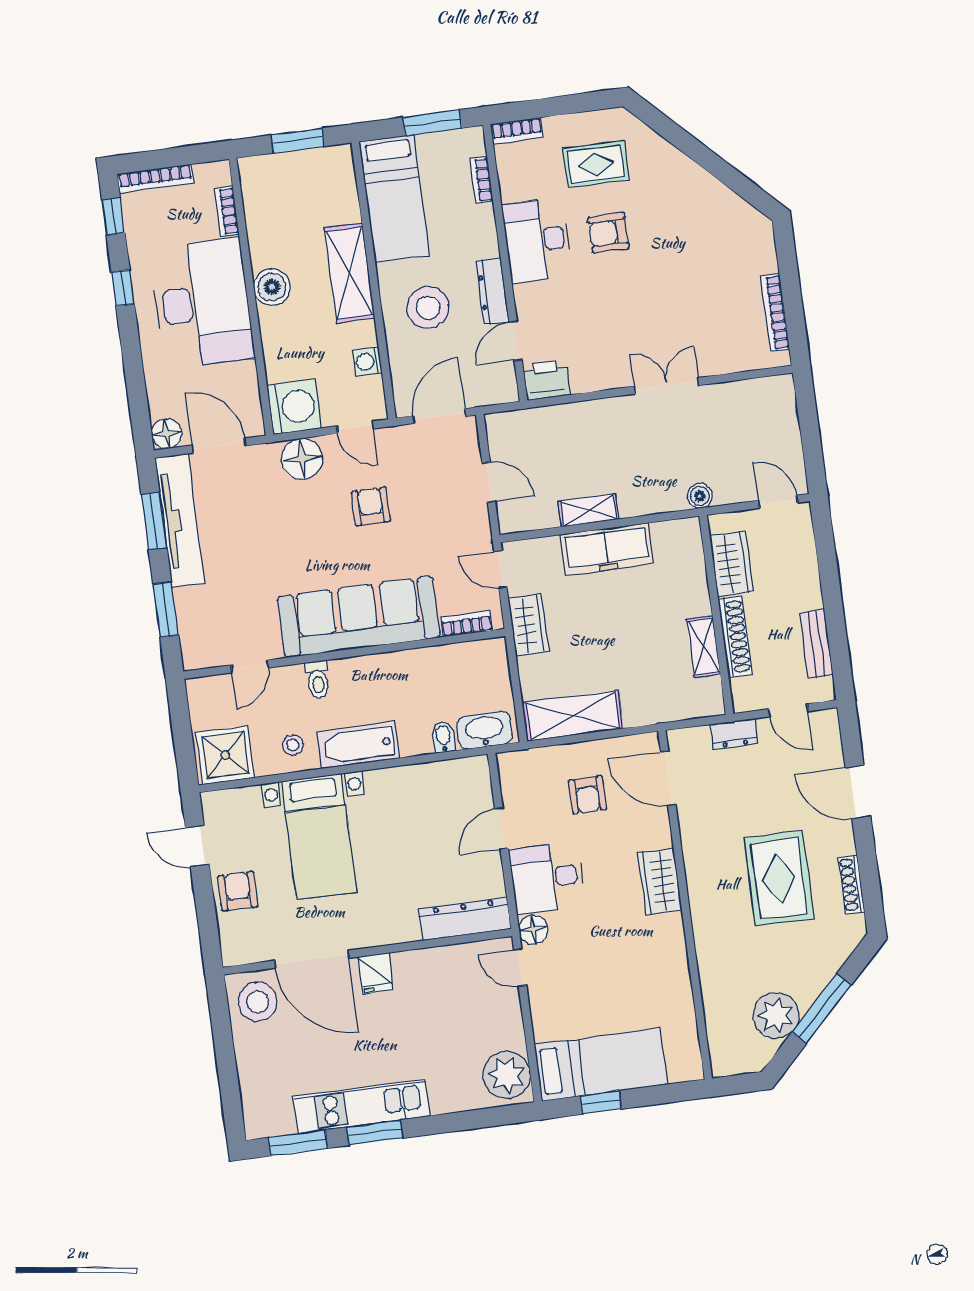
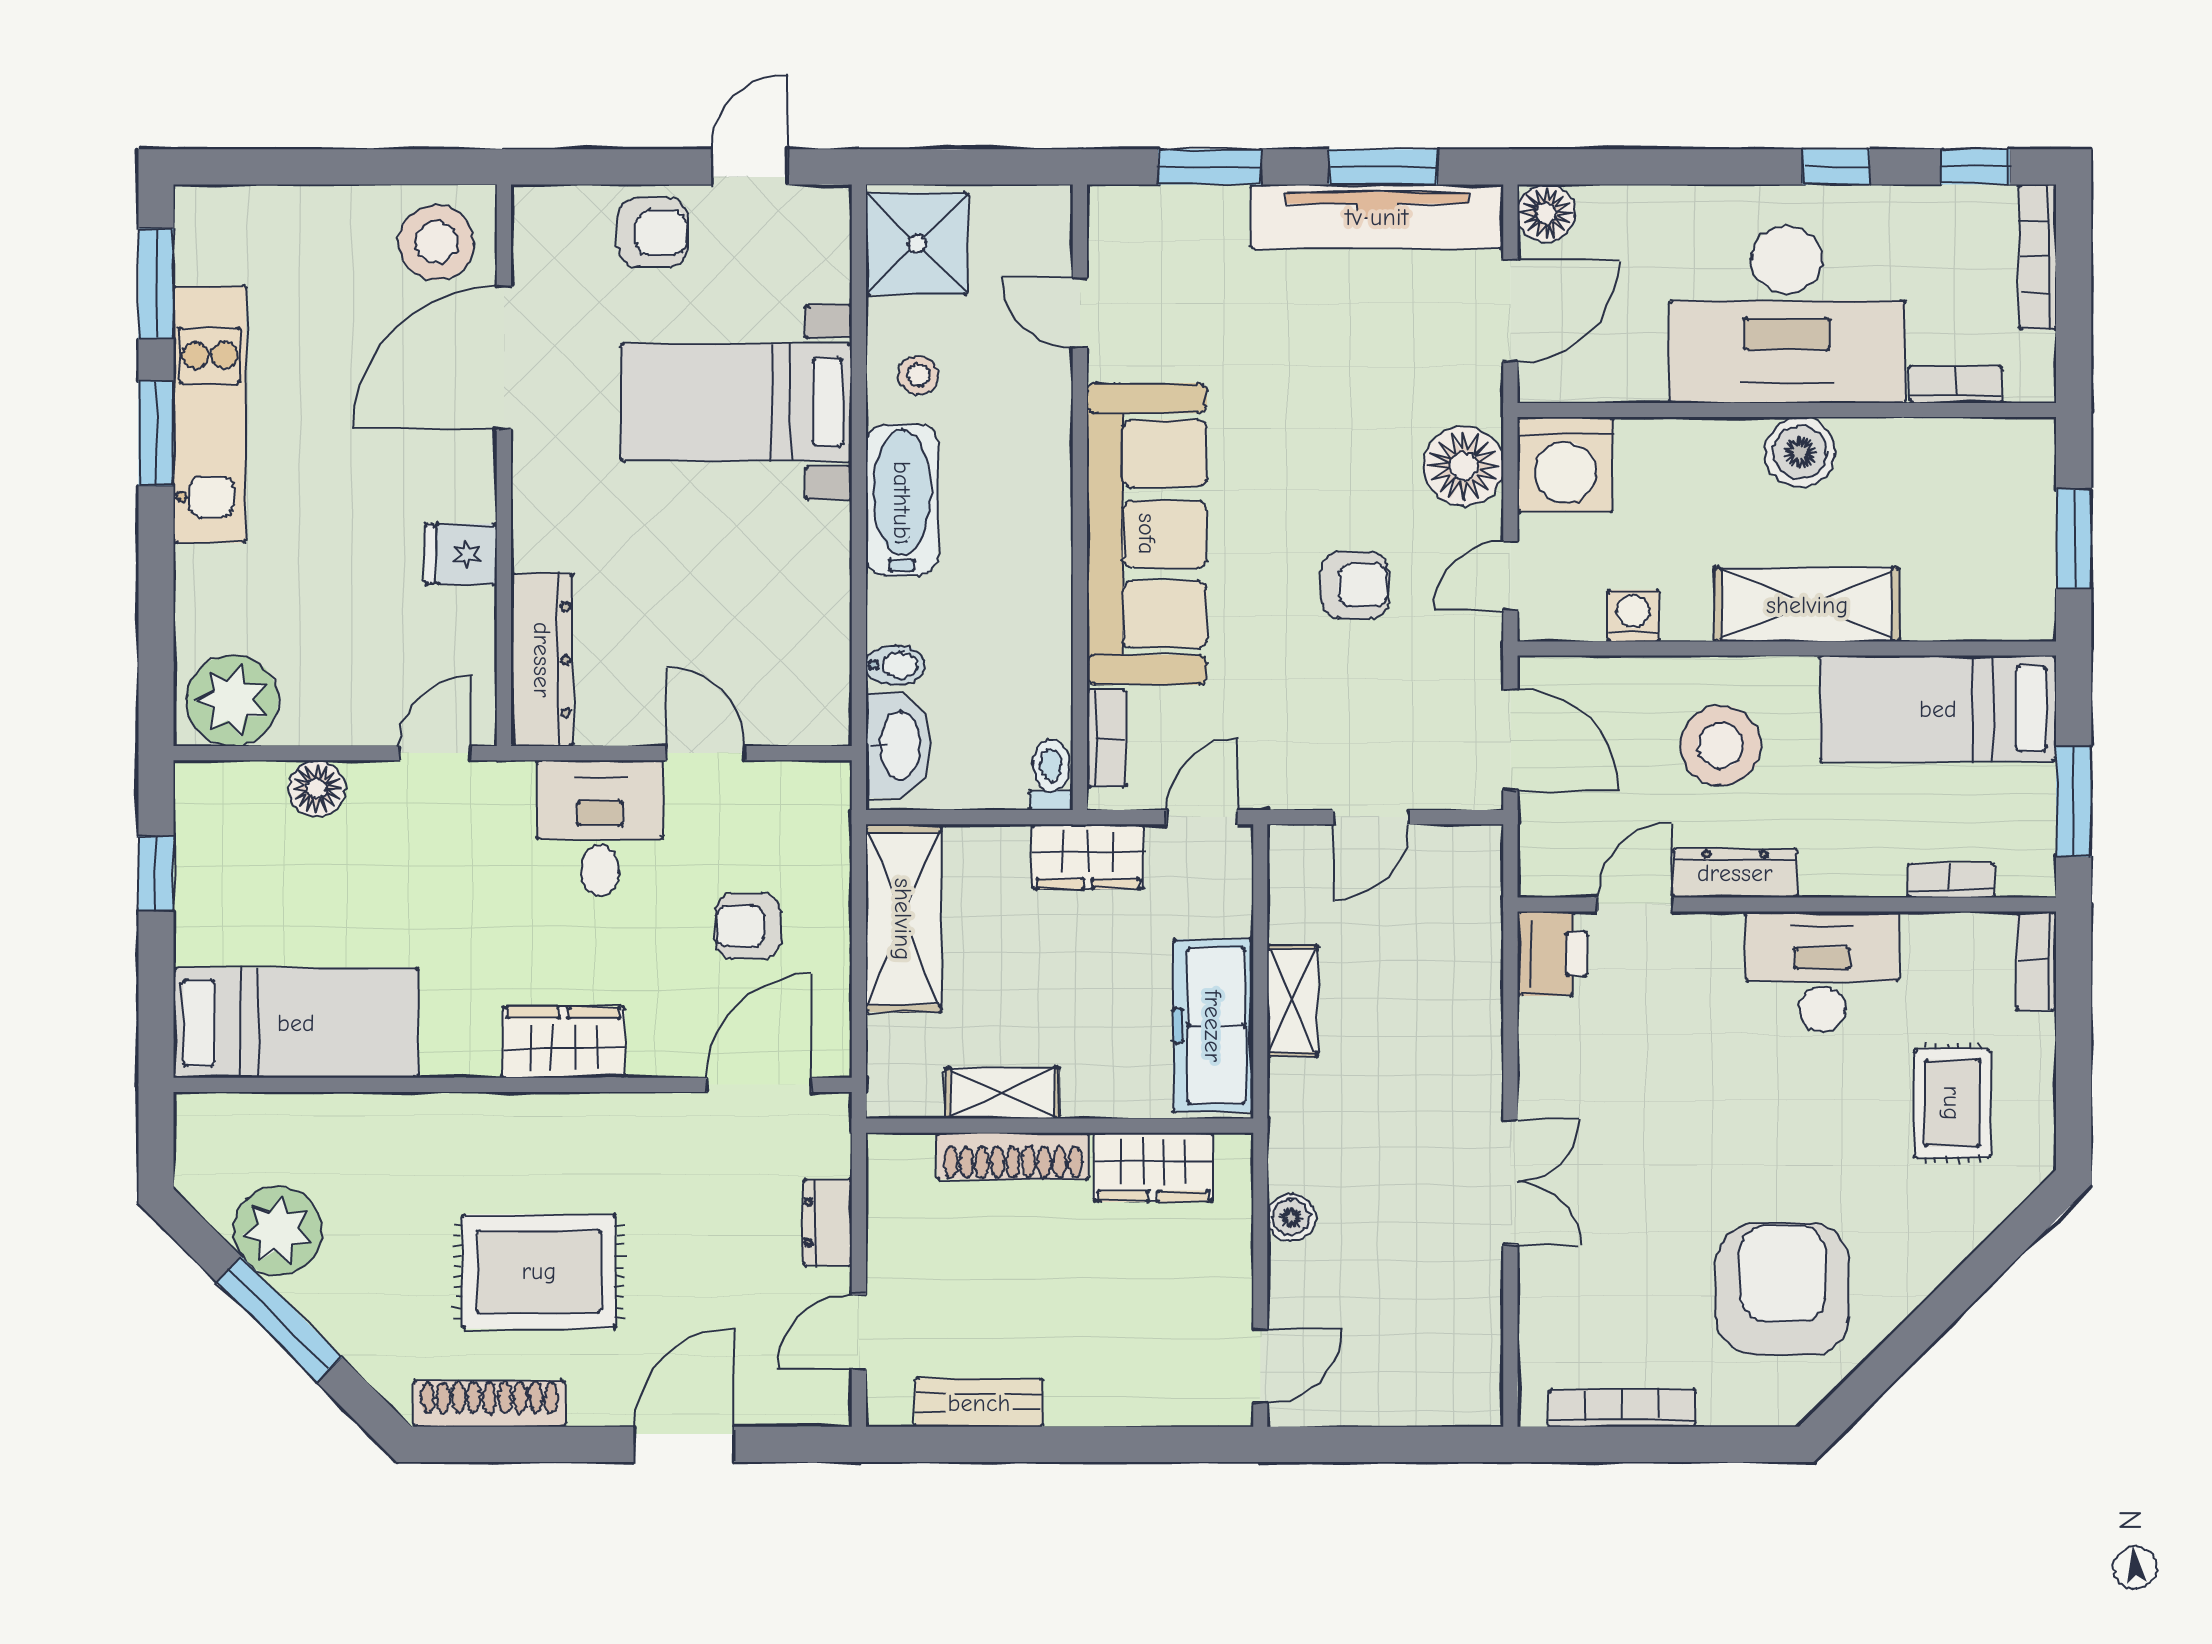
armchair: (608, 233) -> (1783, 1289), moved, width x1.88, depth x1.88
door: (516, 341) -> (1635, 904), hinge flipped
wardrobe: (731, 564) -> (1153, 1167), moved
wall: (716, 615) -> (1060, 1126), moved
shoe rack: (735, 637) -> (1013, 1156), moved
shelving: (704, 646) -> (1002, 1093), moved
toilet: (318, 680) -> (1051, 775), moved, turned 90
shoe rack: (851, 884) -> (489, 1404), width x1.36, depth x1.24
floor lamp: (533, 930) -> (317, 788), moved
fridge: (375, 973) -> (461, 554), moved
bed: (601, 1065) -> (296, 1023), moved, turned -90

